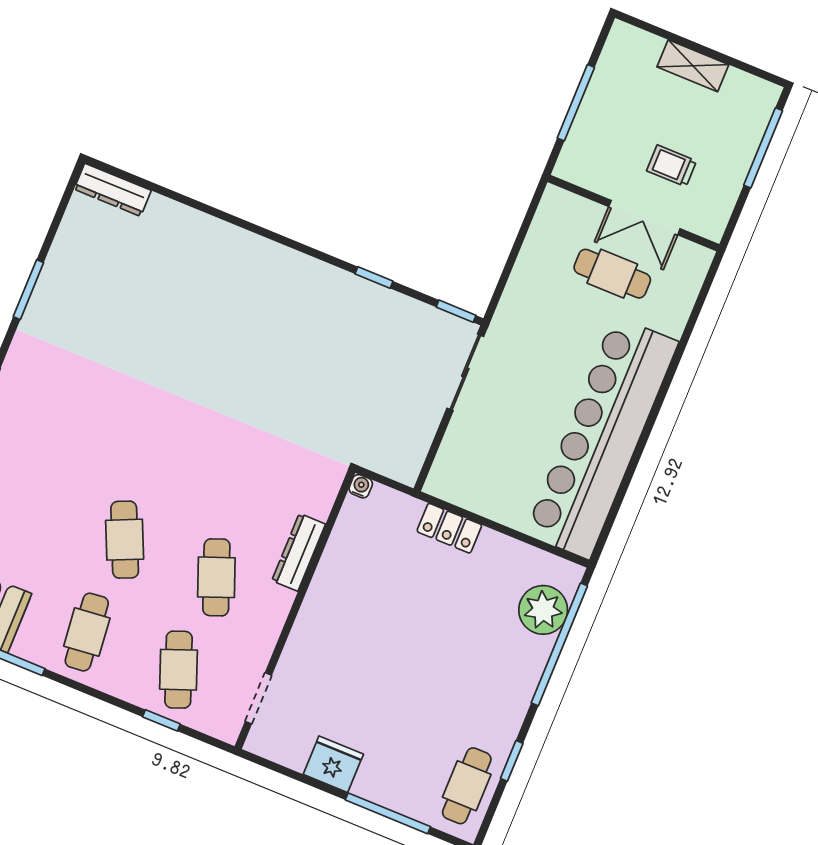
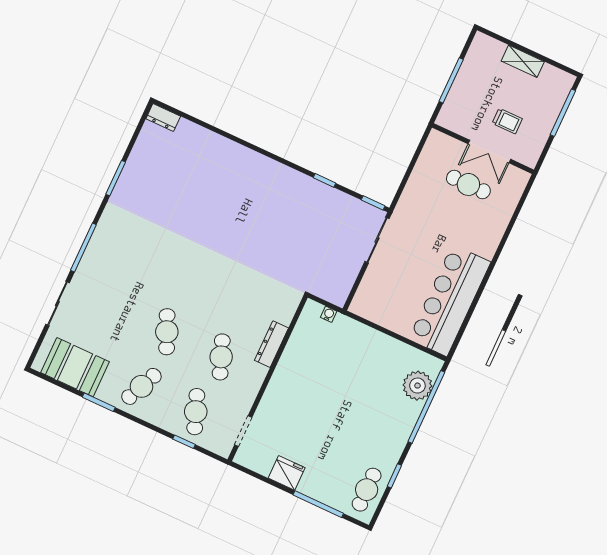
trolley: (672, 166) -> (507, 121), turned 180
dresser: (113, 190) -> (163, 117), width x0.70
bar counter: (602, 438) -> (450, 301), width x0.73
water cooler: (361, 486) -> (329, 314), moved
locker: (449, 528) -> (363, 334), removed
cafe table: (87, 632) -> (141, 386), turned 30

